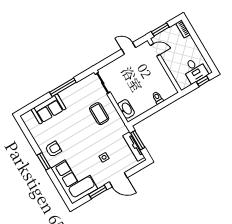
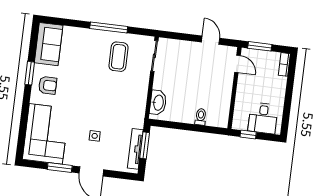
window: (203, 81) -> (248, 134), moved
sofa: (49, 109) -> (49, 44), moved, turned -90
coffee table: (99, 114) -> (119, 57), moved
window: (44, 161) -> (30, 73), moved

